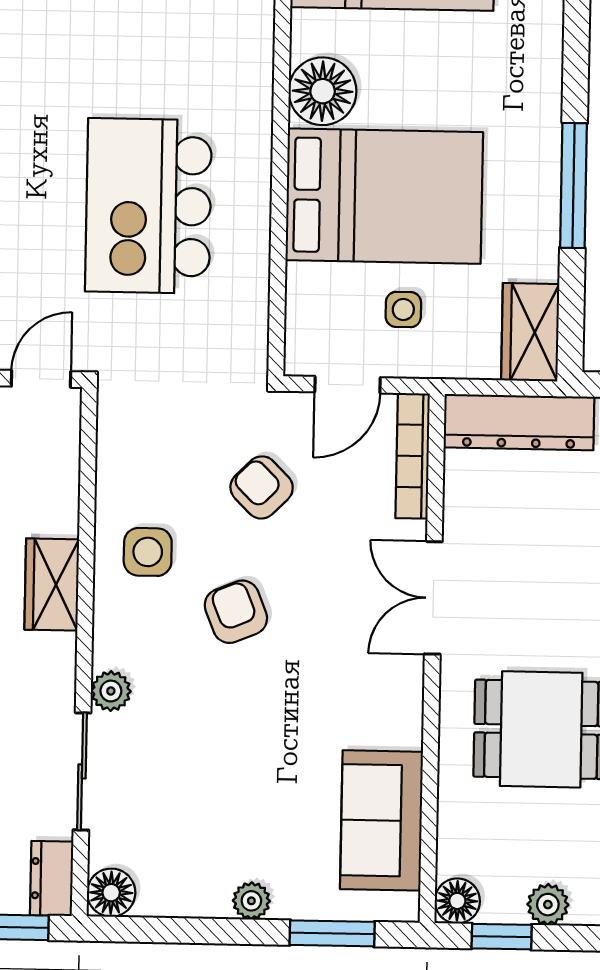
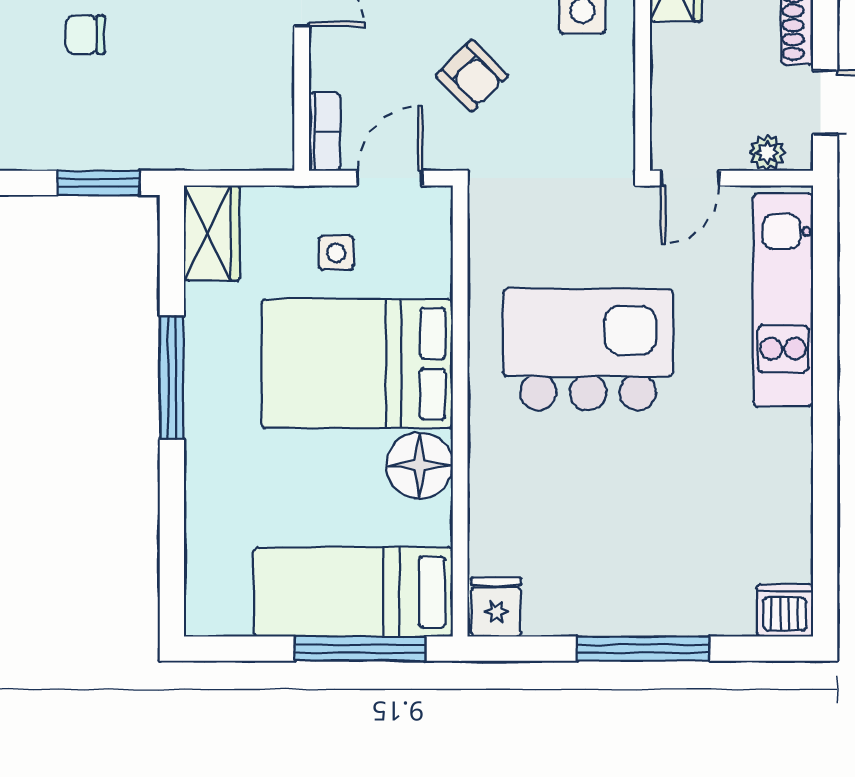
kitchen island: (149, 206) -> (588, 350), turned -90
dresser: (519, 422) -> (221, 145), removed
bookcase: (413, 456) -> (325, 132), width x0.64

